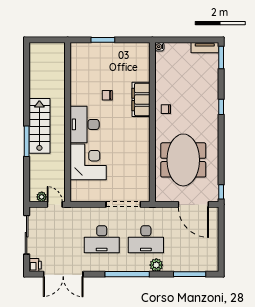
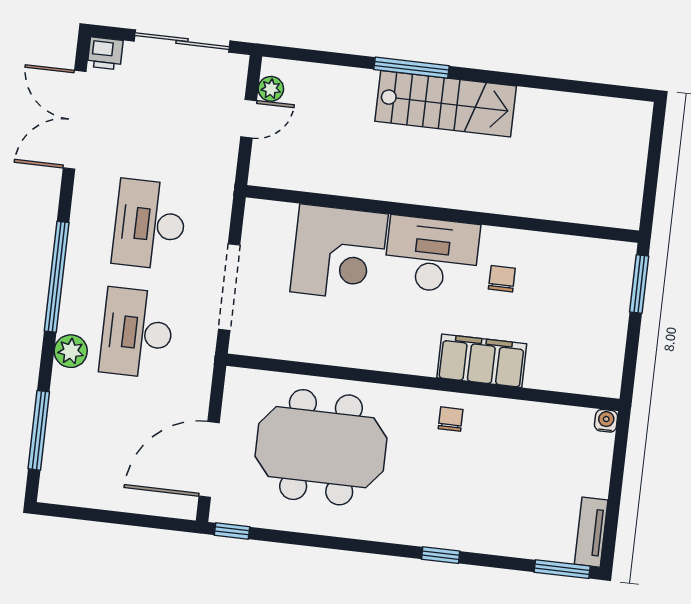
wall: (68, 122) -> (442, 214), moved
desk: (85, 124) -> (432, 255), moved
corner desk: (88, 162) -> (339, 253), moved

